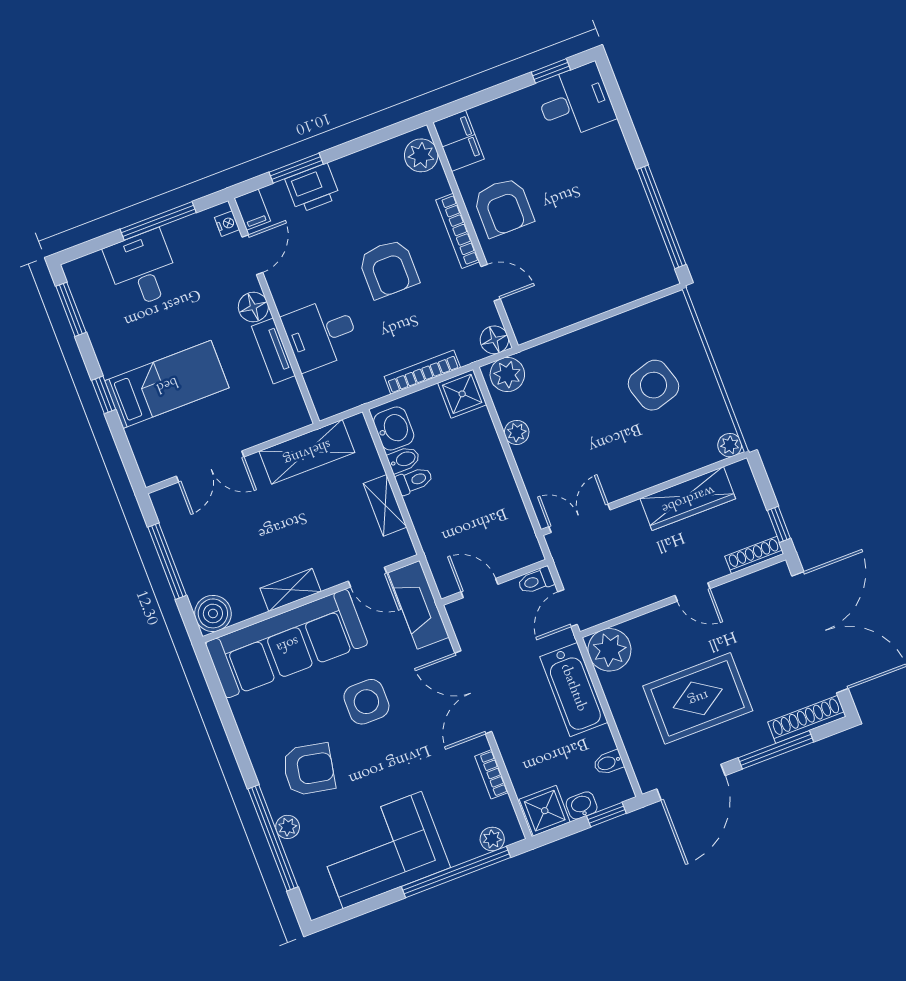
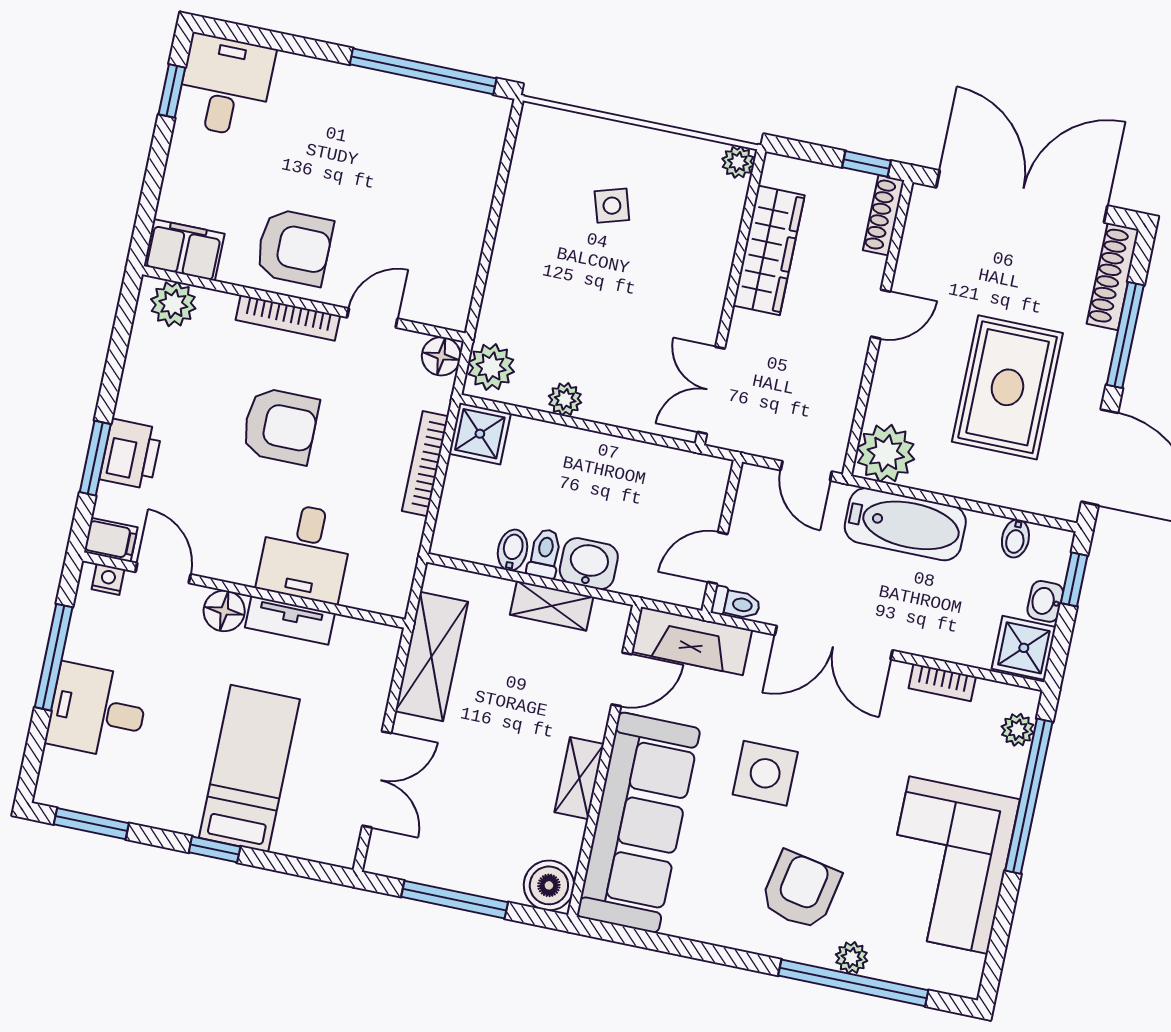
side table: (654, 385) -> (612, 206), width x0.54, depth x0.54
washbasin: (394, 429) -> (589, 564), moved
toilet: (536, 581) -> (736, 604), moved, turned -90

